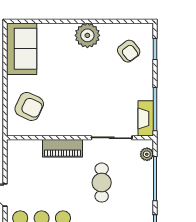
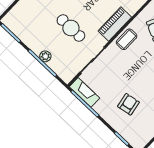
armchair: (129, 51) -> (128, 104), moved, turned 117
coffee table: (66, 126) -> (127, 39), added
plant: (147, 154) -> (45, 56), moved

